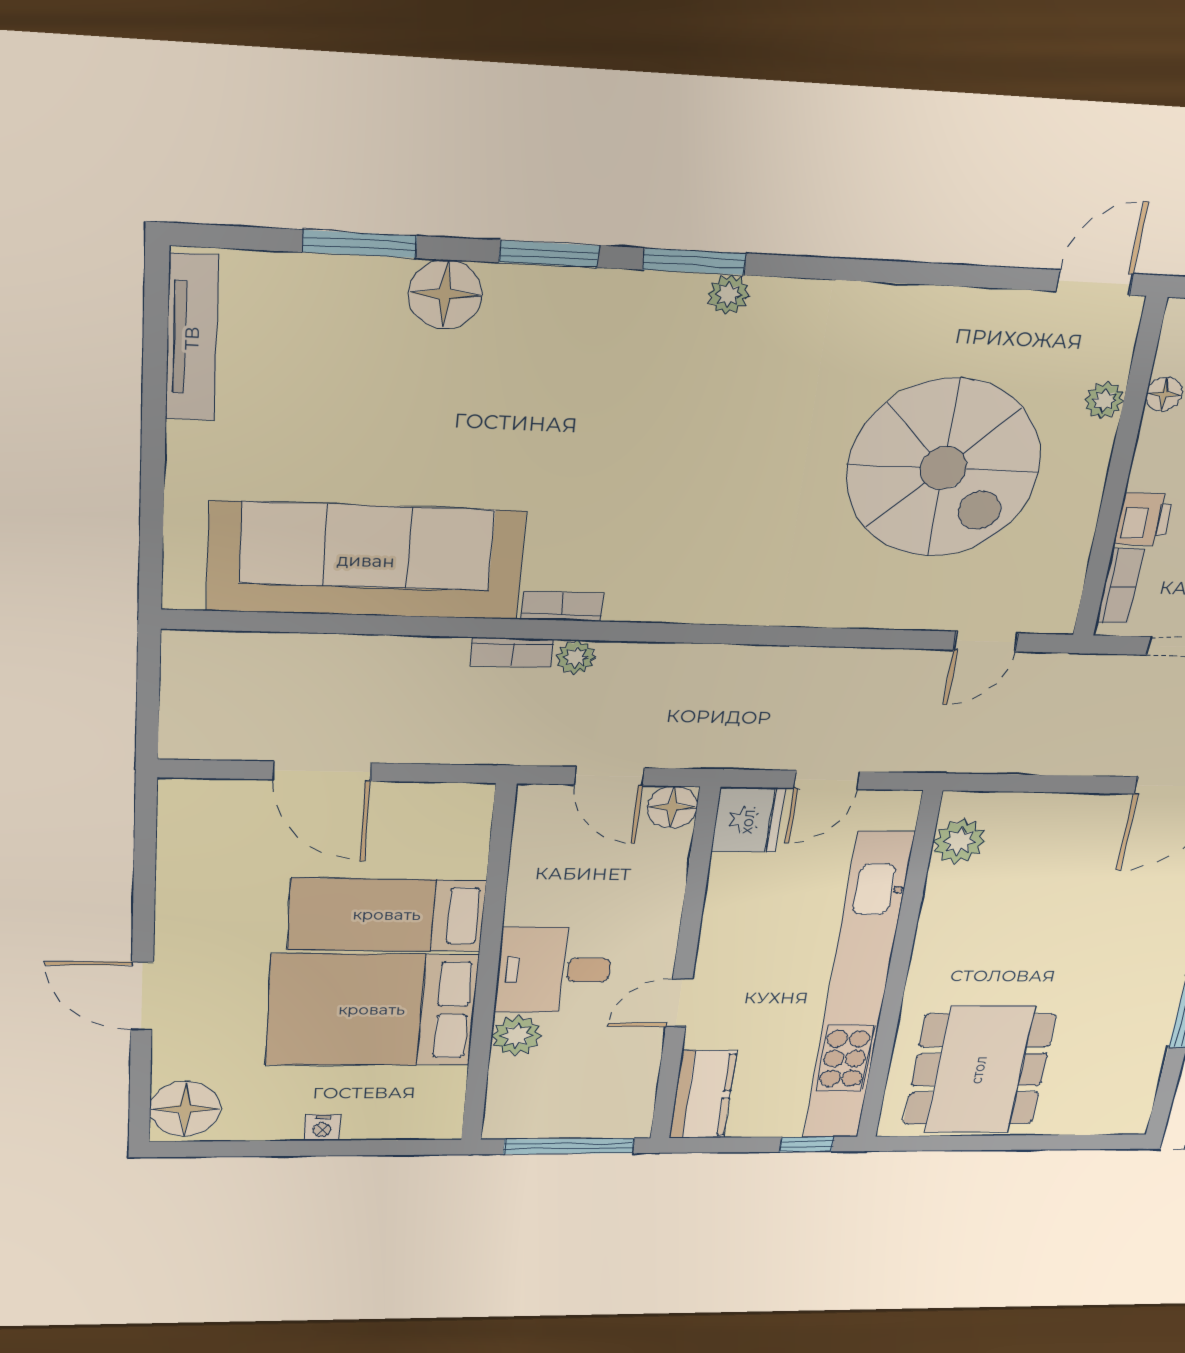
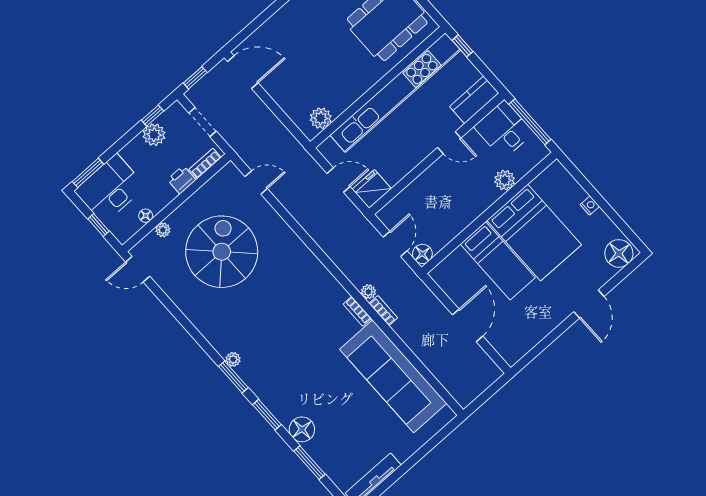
floor lamp: (672, 807) -> (422, 254), moved
desk: (554, 970) -> (504, 130), moved, turned 180

